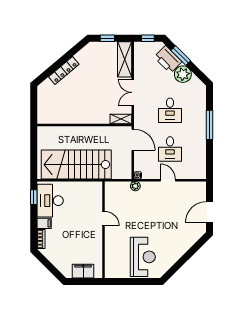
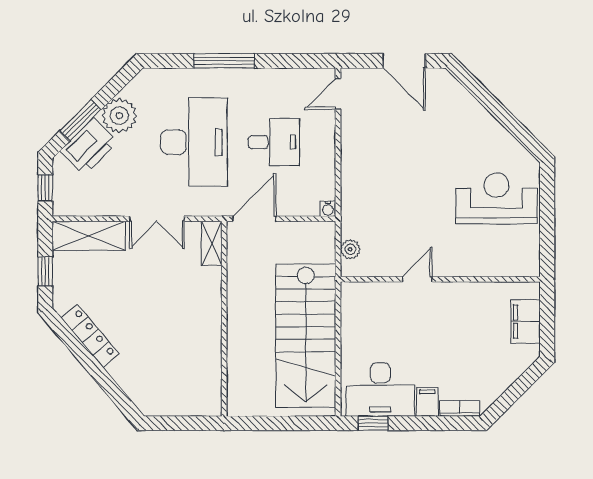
locker: (64, 70) -> (90, 336), moved
desk: (170, 110) -> (194, 142), width x1.87, depth x1.30
door: (168, 180) -> (338, 94), moved
plant: (135, 186) -> (350, 249), moved

